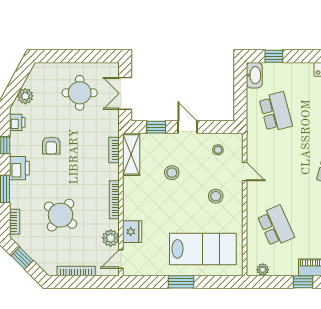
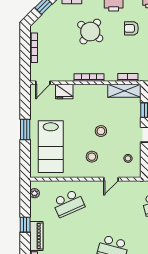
stool: (172, 173) -> (101, 131), moved
round table: (61, 215) -> (90, 32), moved
plant: (111, 238) -> (59, 75), removed
door: (121, 259) -> (43, 83), swing flipped

